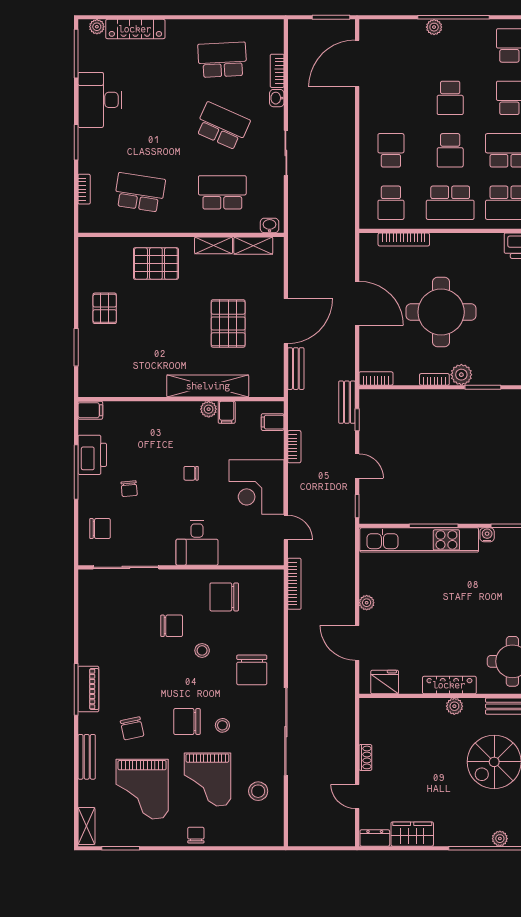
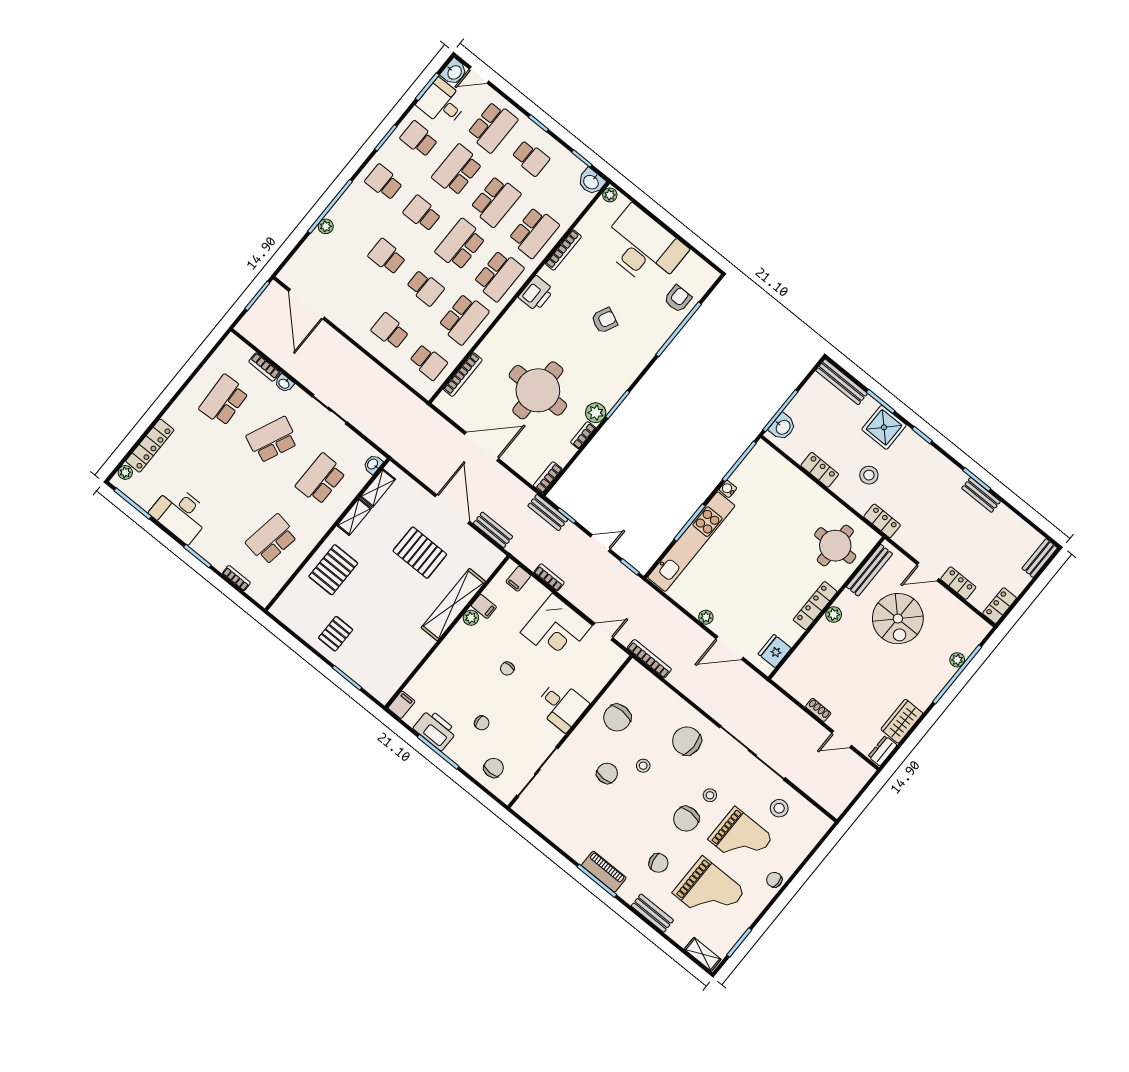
school desk: (450, 98) -> (387, 257), turned 180
pallet: (105, 308) -> (336, 634), turned 90
chair: (252, 670) -> (687, 741), turned 180

